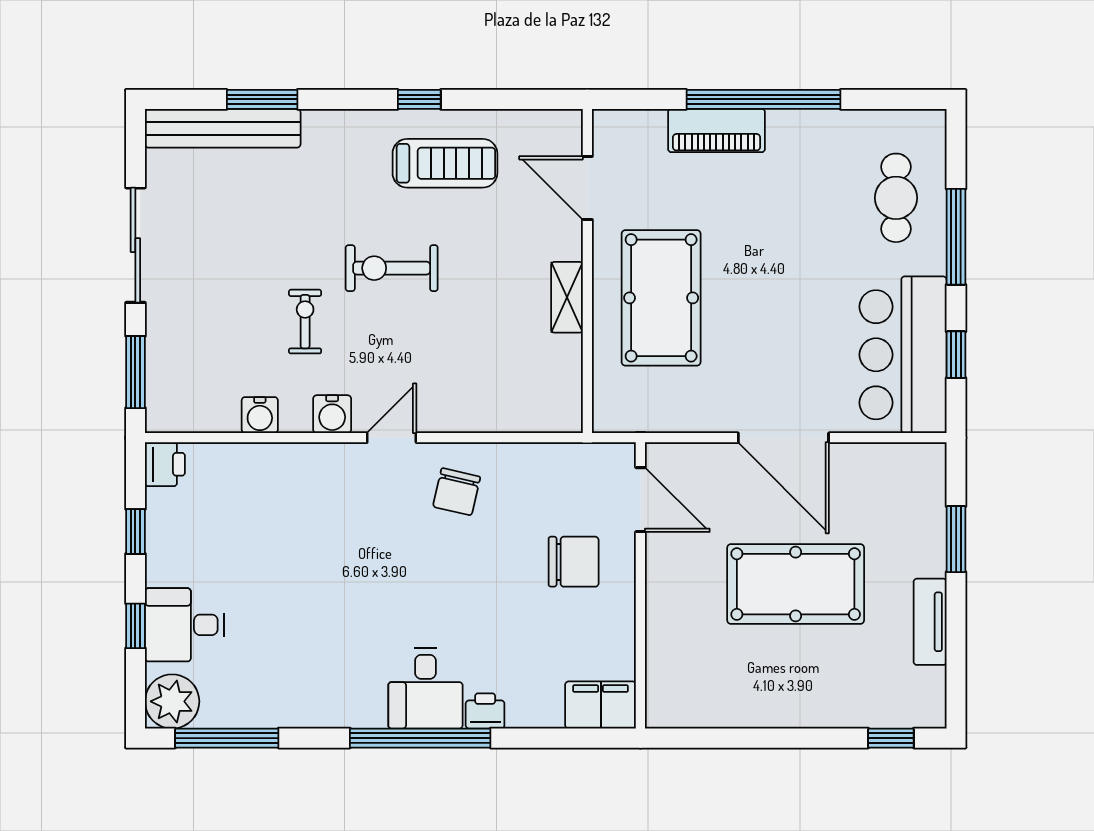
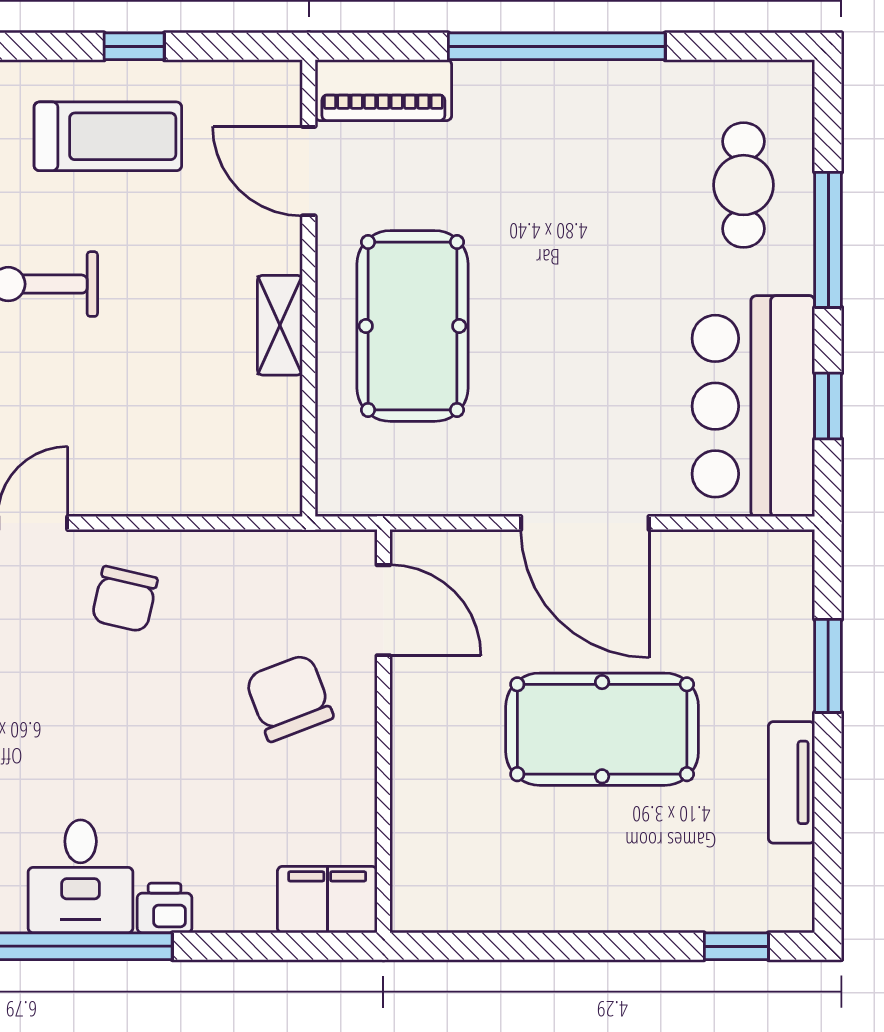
window: (419, 99) -> (134, 46), moved
piano: (716, 131) -> (383, 90), moved
chair: (574, 562) -> (289, 698), turned -111

